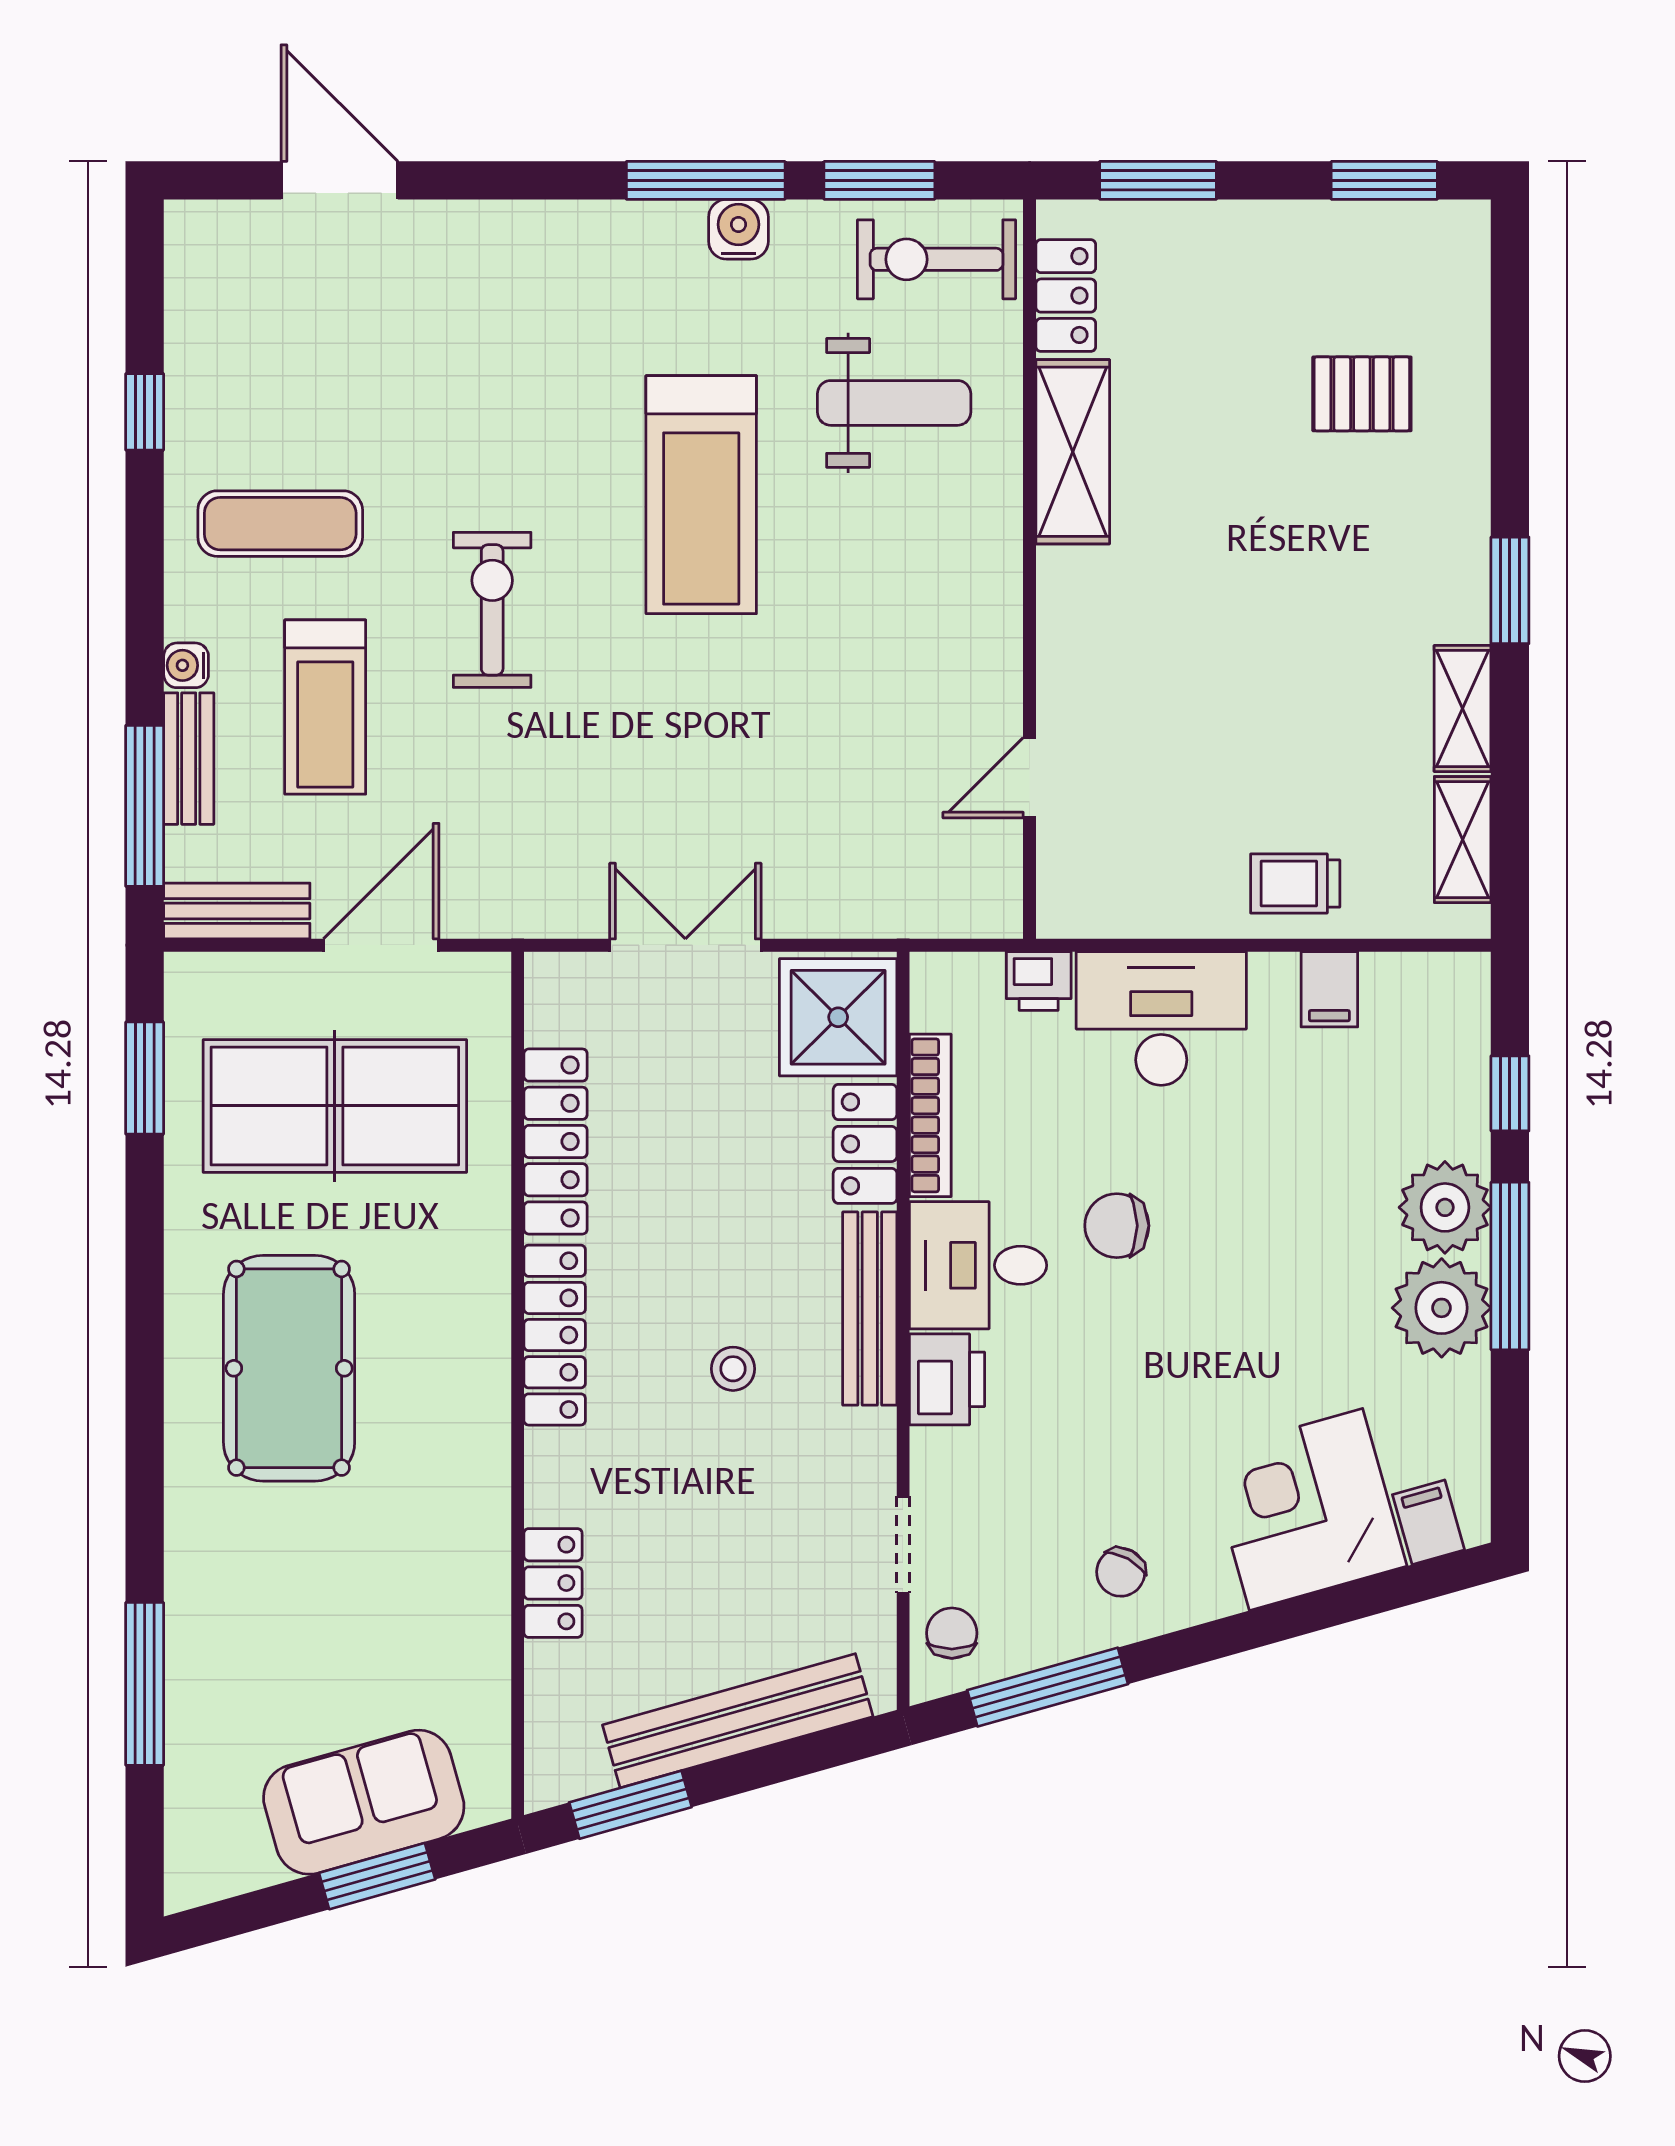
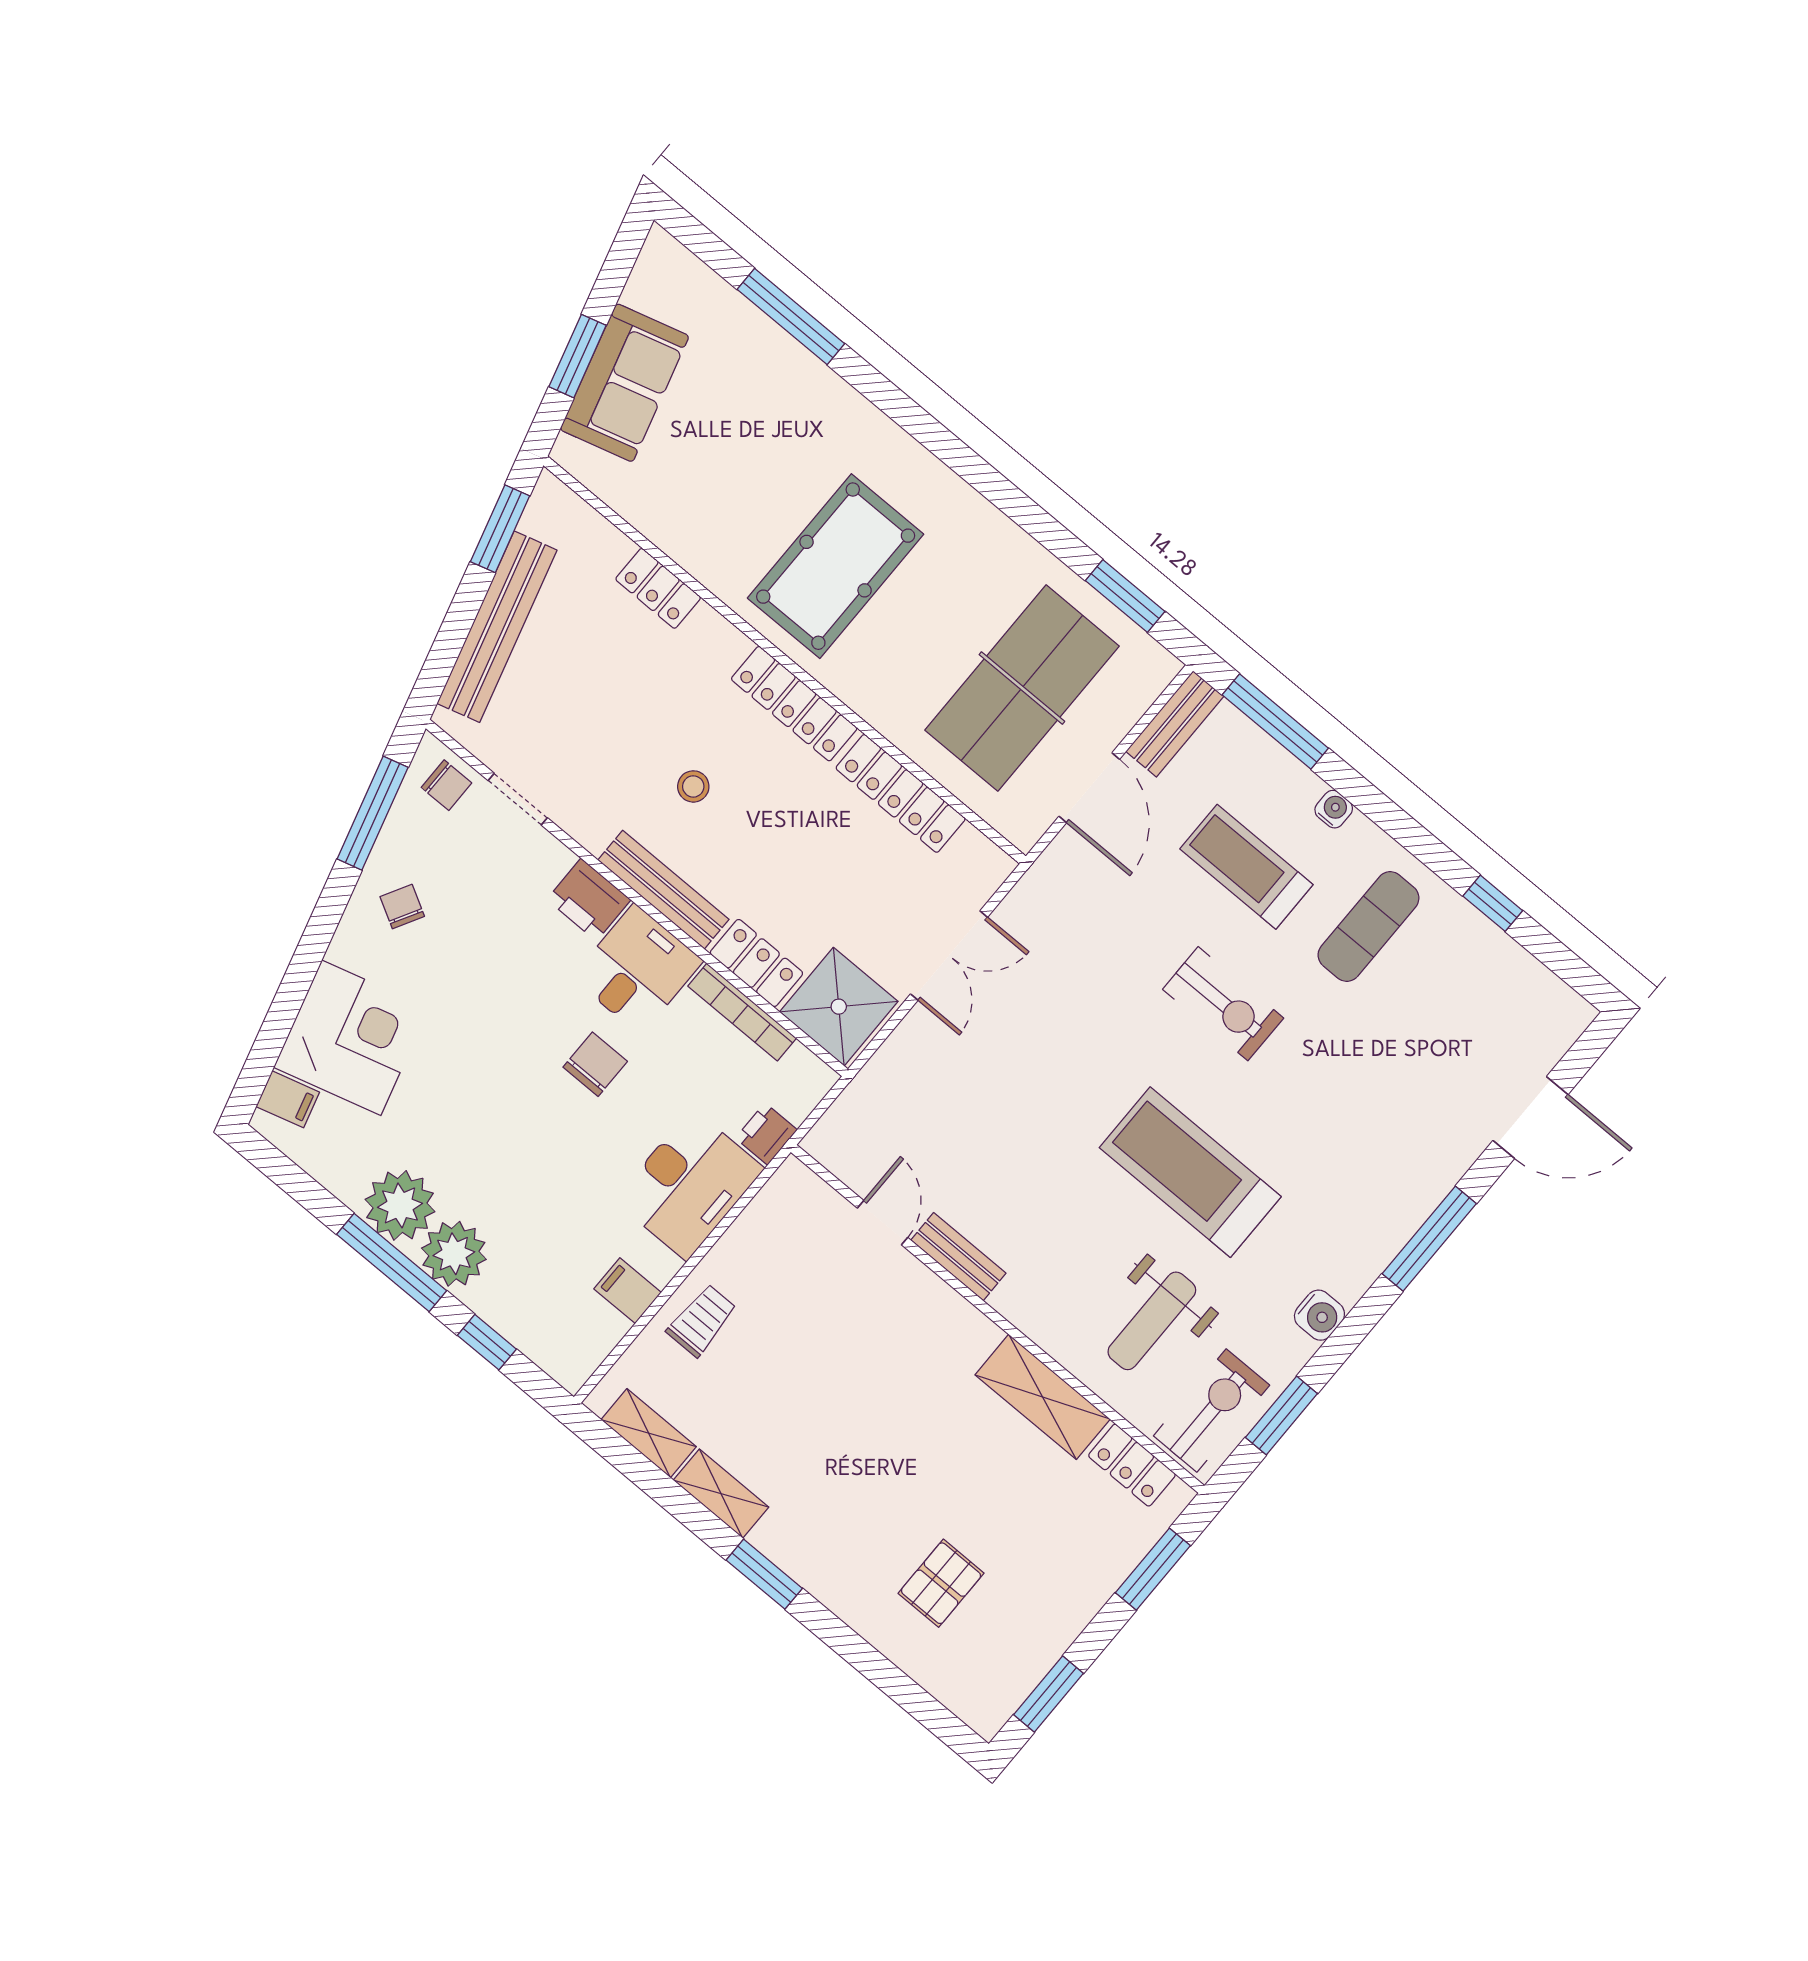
window: (706, 180) -> (1429, 1239), moved
bench: (189, 759) -> (958, 1257), moved
pool table: (289, 1368) -> (836, 566), moved, turned 90

